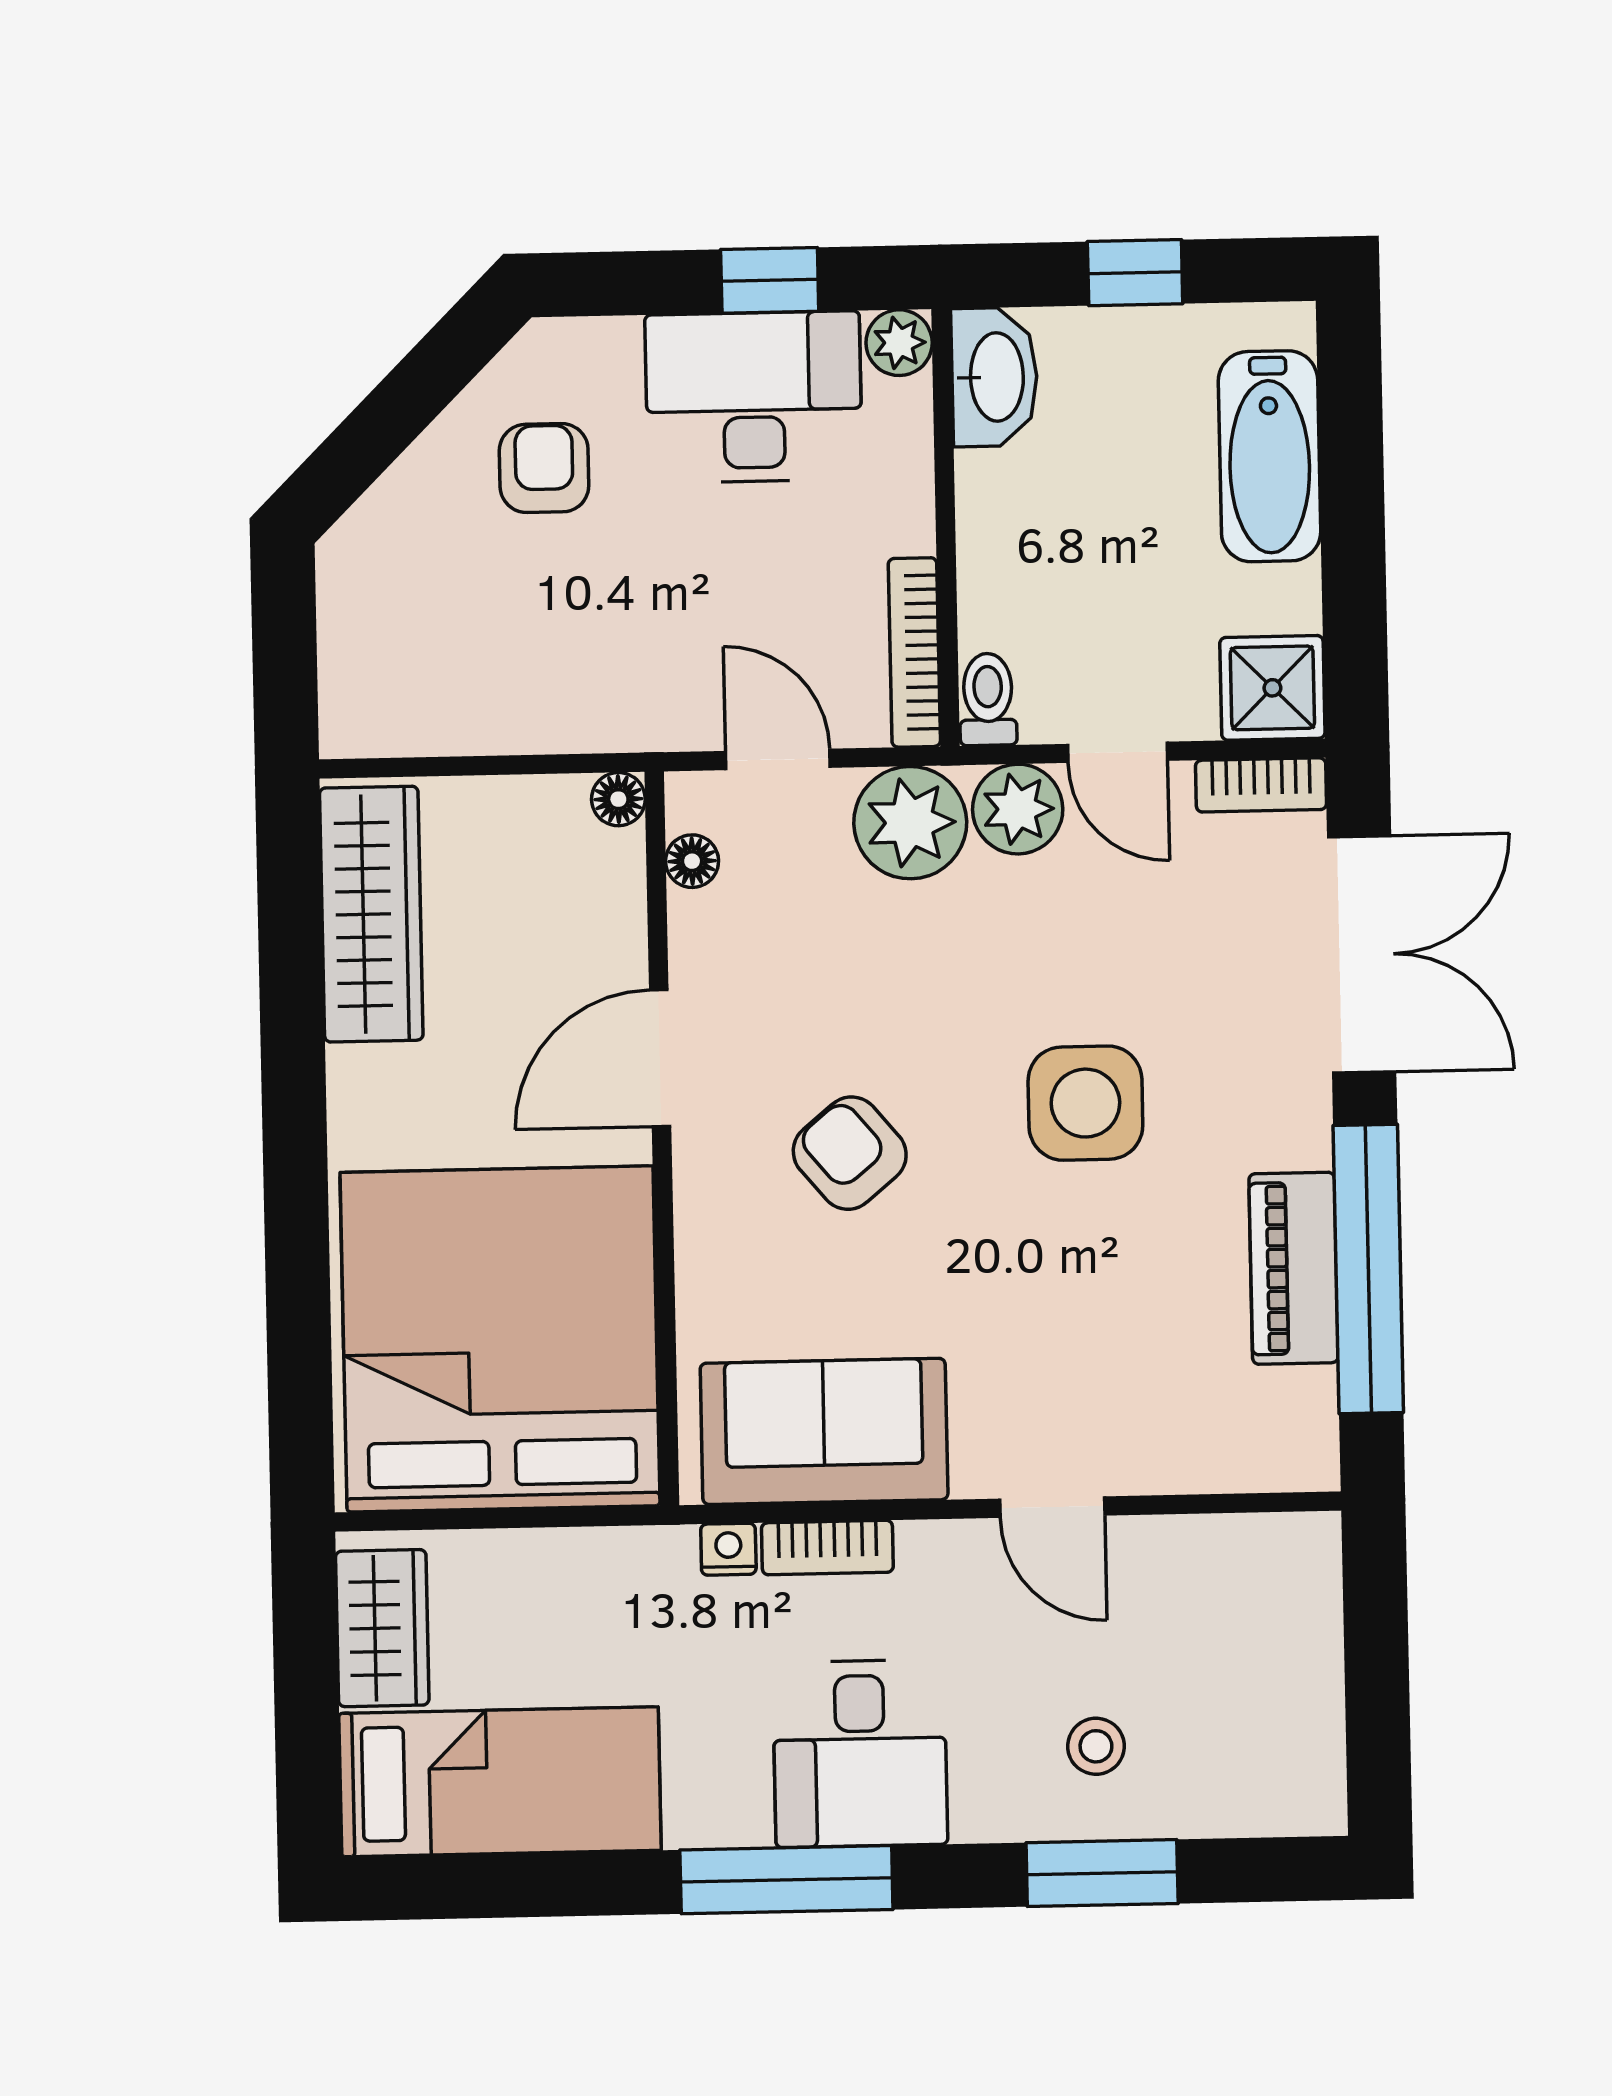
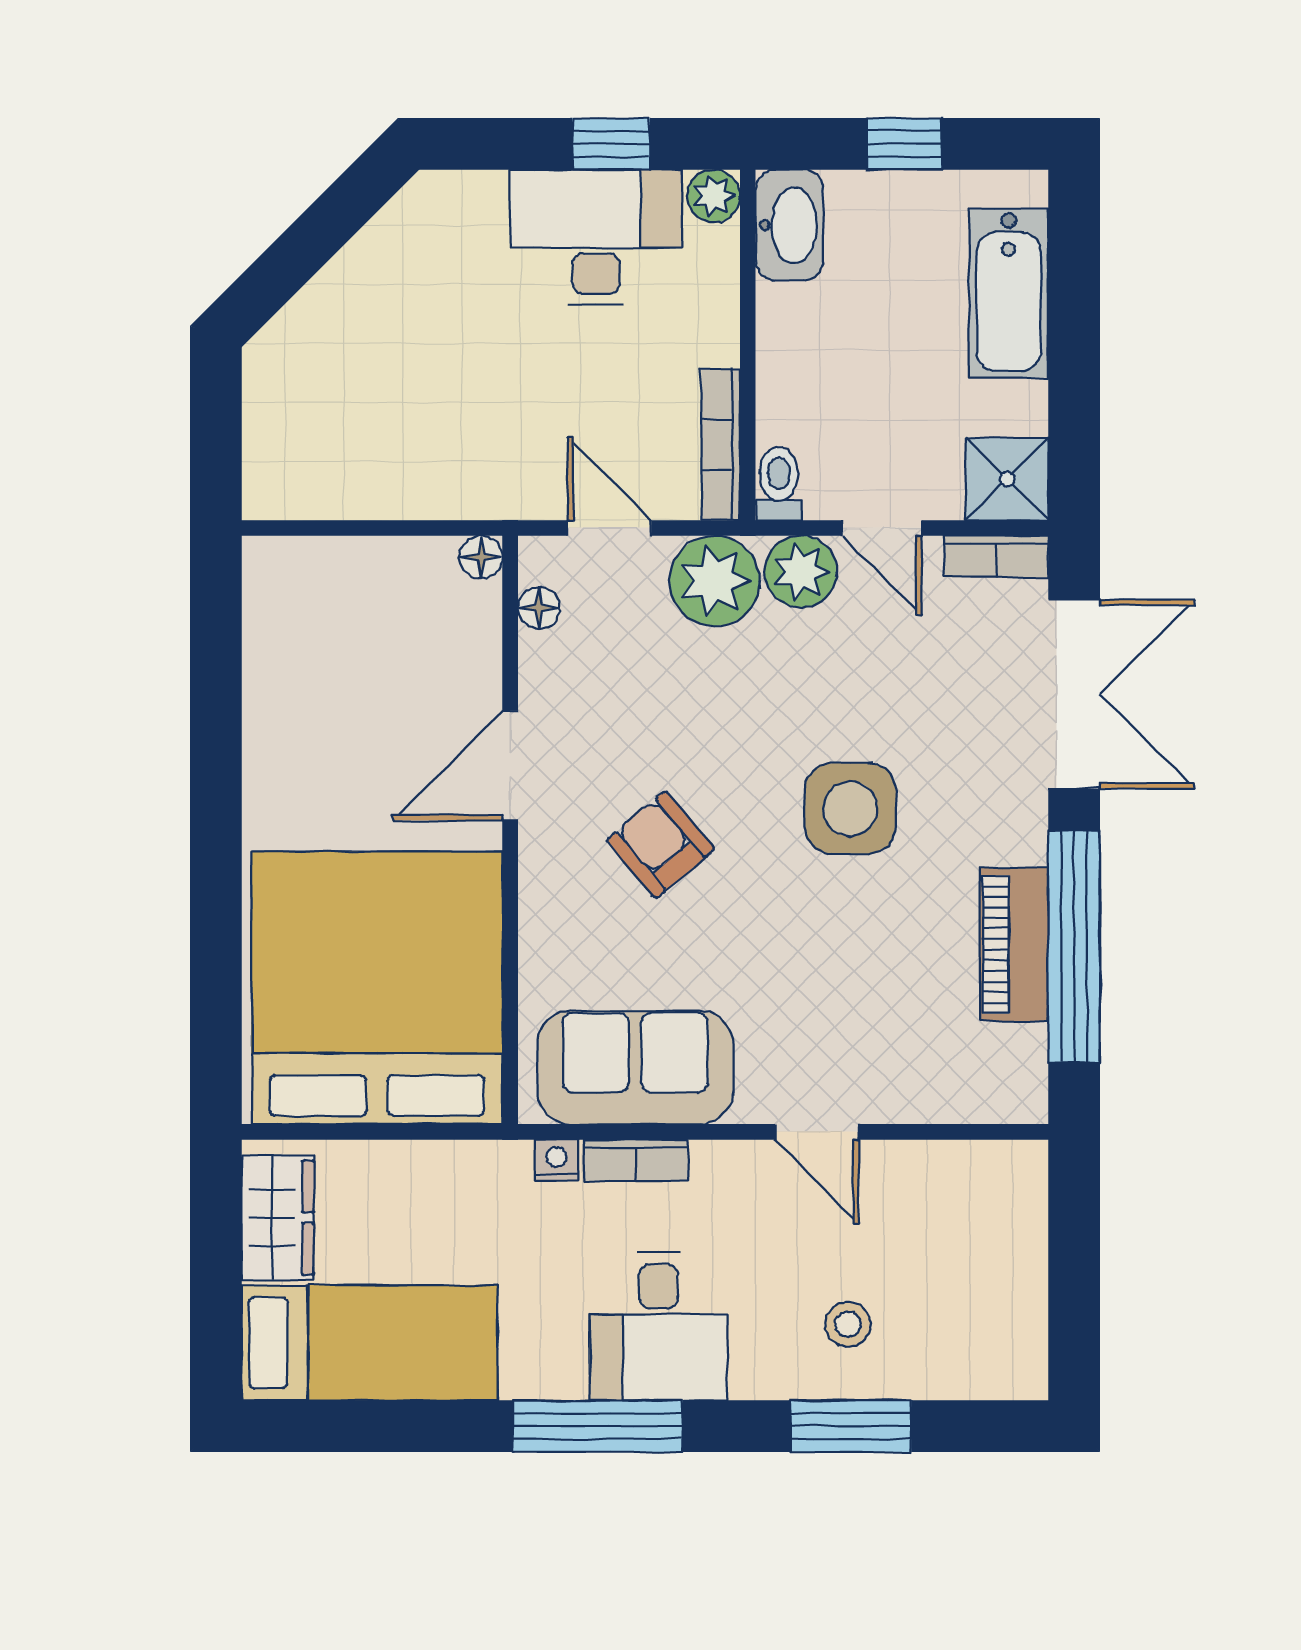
armchair: (544, 468) -> (427, 291), removed
wardrobe: (371, 914) -> (281, 645), removed

